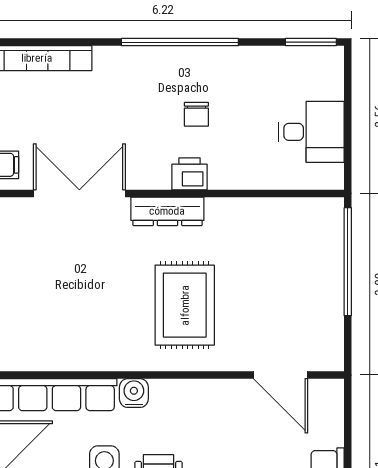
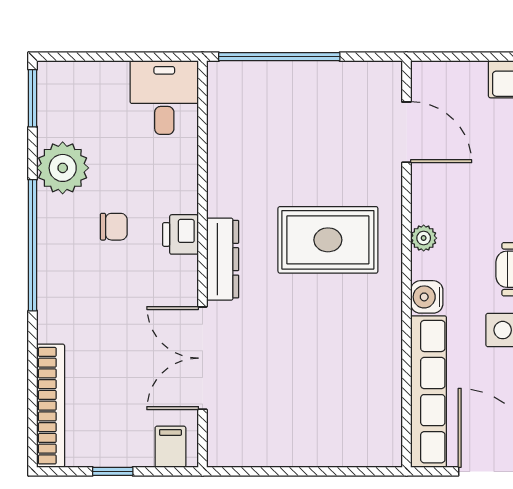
plant: (249, 69) -> (63, 168), added
desk: (311, 132) -> (164, 98), moved
door: (281, 375) -> (406, 132), hinge flipped
plant: (186, 390) -> (424, 238), added

